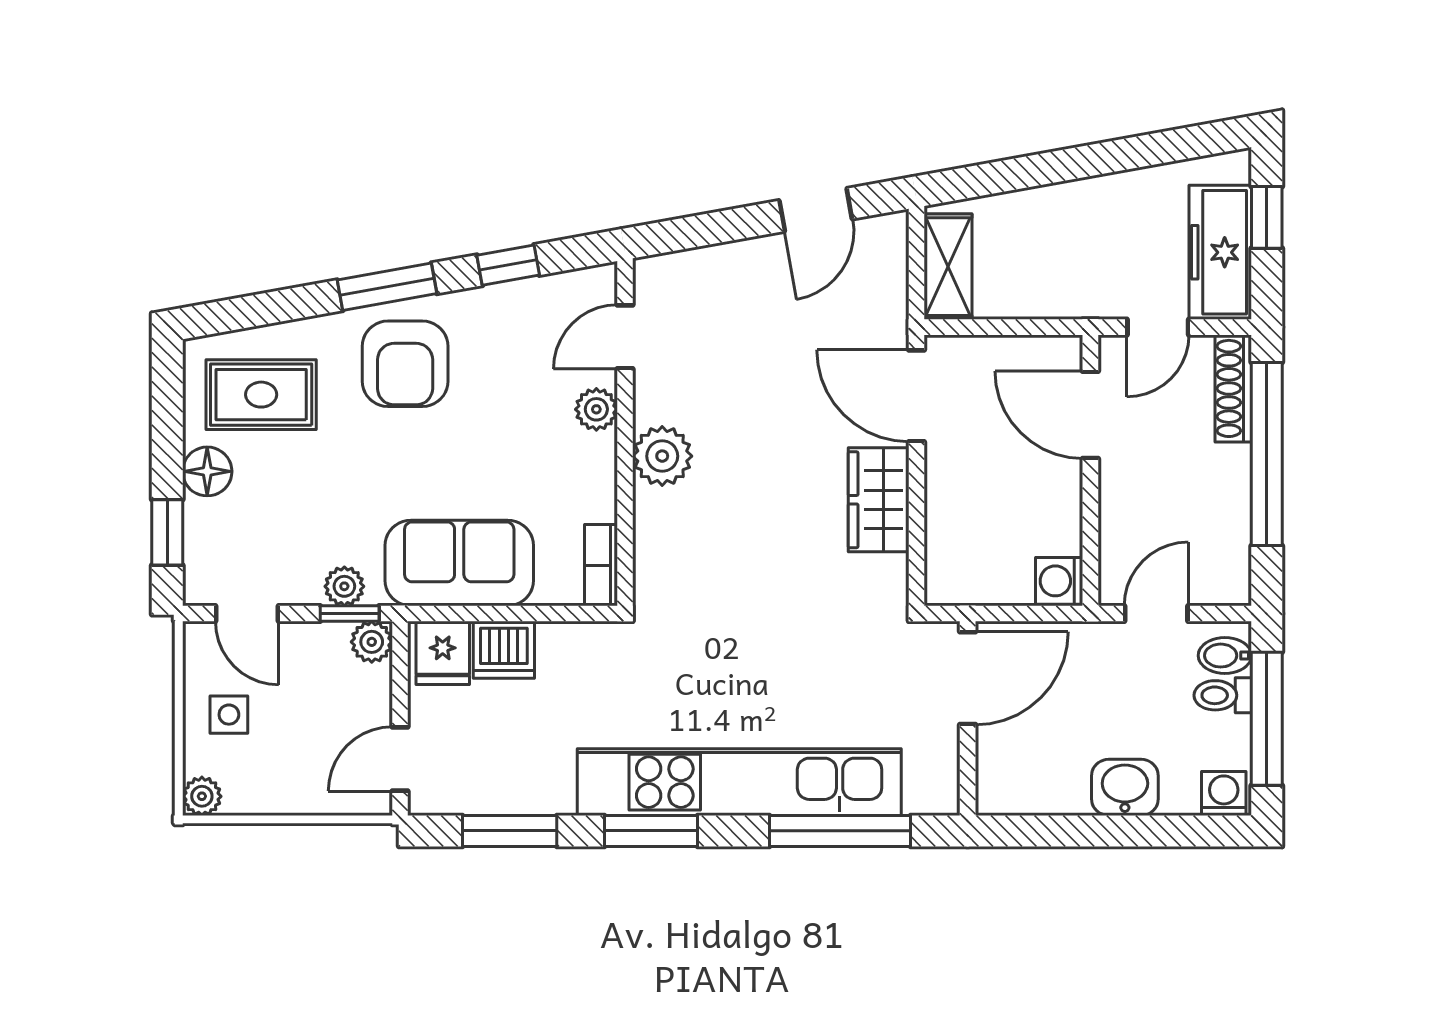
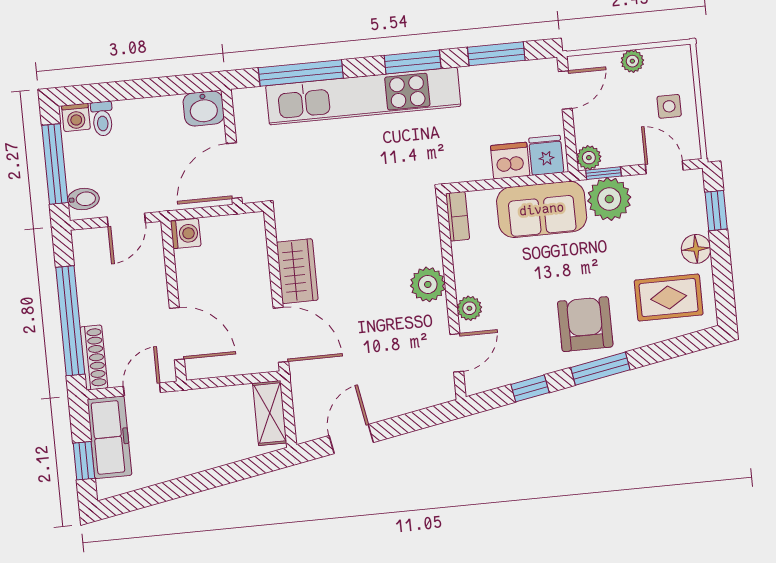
plant: (344, 586) -> (609, 199), width x1.87, depth x1.87
toilet: (1223, 695) -> (102, 119), moved, turned 90
washbasin: (1125, 787) -> (204, 108), moved
plant: (202, 796) -> (632, 61), moved

